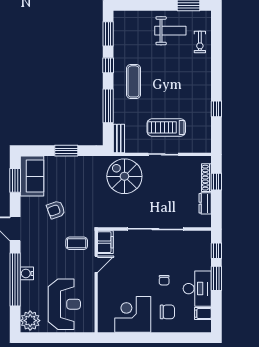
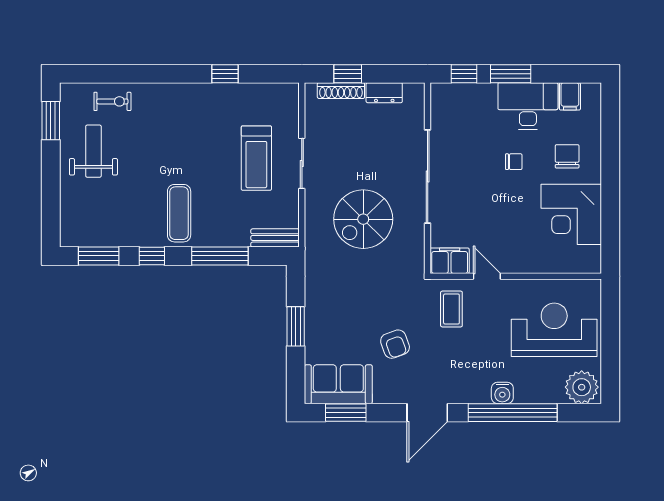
exercise mat: (134, 81) -> (179, 213), turned 90
spiral stairs: (124, 176) -> (363, 219), moved

